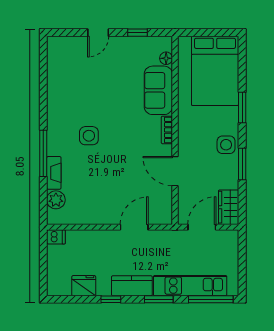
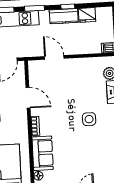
door: (134, 227) -> (54, 57), swing flipped
kitchen counter: (132, 286) -> (64, 16), moved

